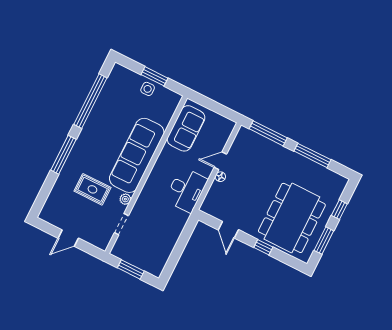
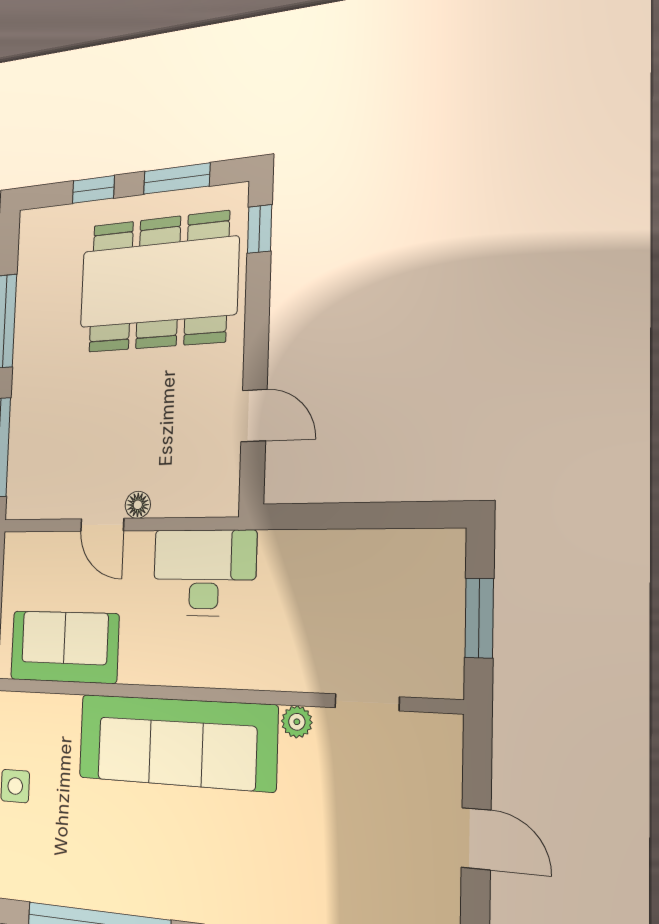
rug: (92, 189) -> (311, 825), removed
door: (228, 230) -> (254, 416), hinge flipped
window: (263, 247) -> (260, 229), moved

